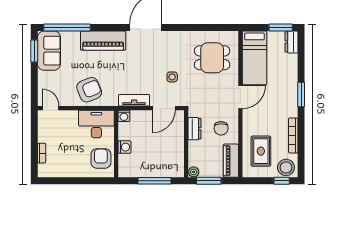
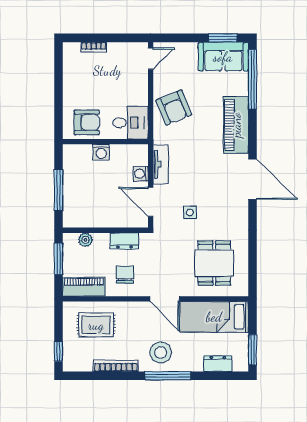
dresser: (292, 42) -> (218, 364), moved
window: (301, 95) -> (168, 376), width x1.44
washing machine: (124, 116) -> (141, 174), moved
desk: (96, 124) -> (130, 123), width x0.73
chair: (221, 128) -> (125, 274), turned 91
stool: (286, 167) -> (161, 353), moved
plant: (194, 172) -> (85, 240), moved

